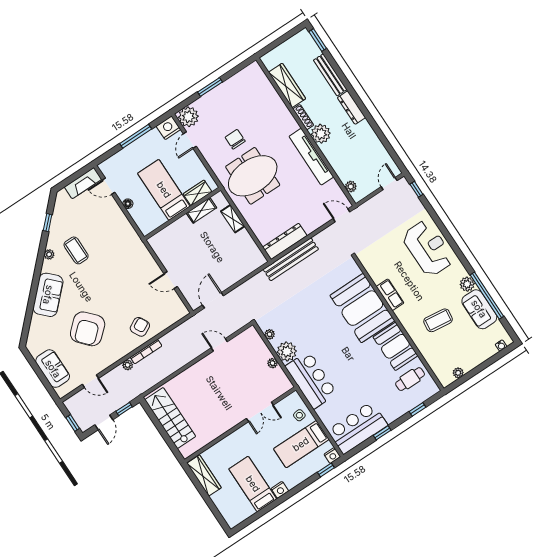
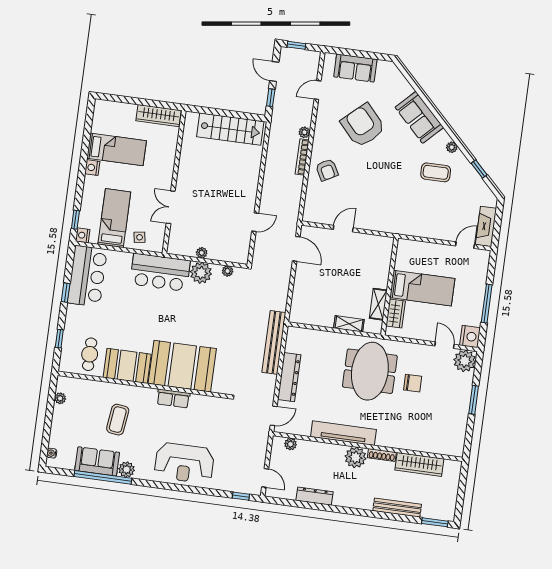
dresser: (351, 108) -> (315, 496), moved
floor lamp: (128, 204) -> (437, 249), removed
dresser: (285, 241) -> (289, 377), moved

